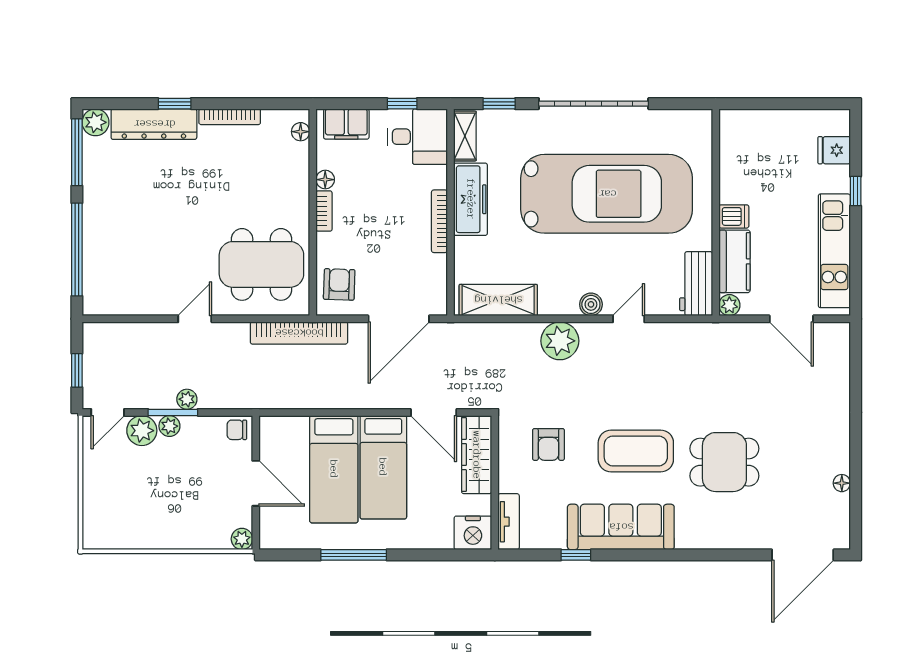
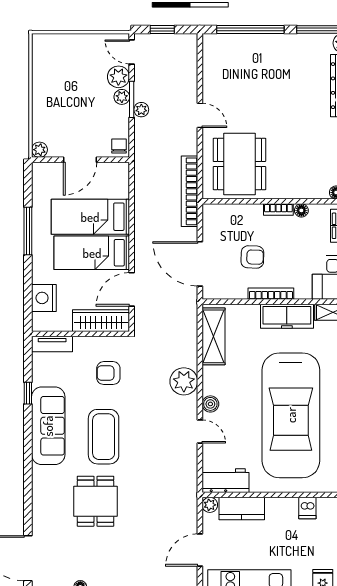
dishwasher: (734, 216) -> (307, 508), moved
armchair: (339, 284) -> (252, 257), moved
nightstand: (473, 533) -> (44, 298), moved

